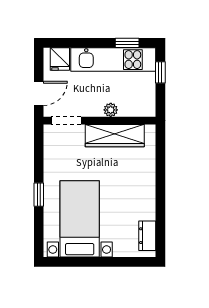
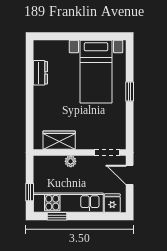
door: (39, 93) -> (130, 175), hinge flipped
wardrobe: (115, 136) -> (59, 140), width x0.67
dresser: (147, 236) -> (40, 73), moved

